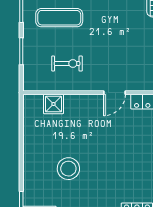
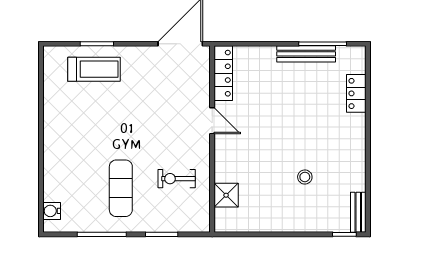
exercise bike: (67, 64) -> (177, 179), turned -90
stool: (68, 169) -> (305, 177), width x0.53, depth x0.53

